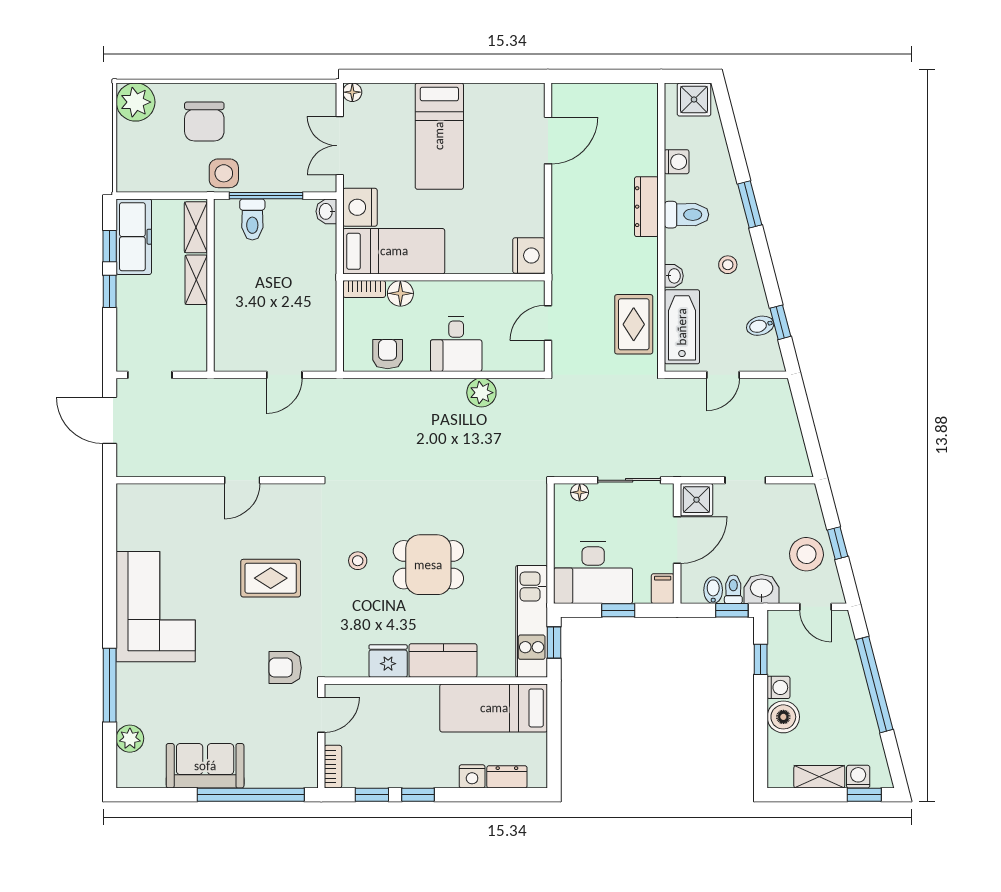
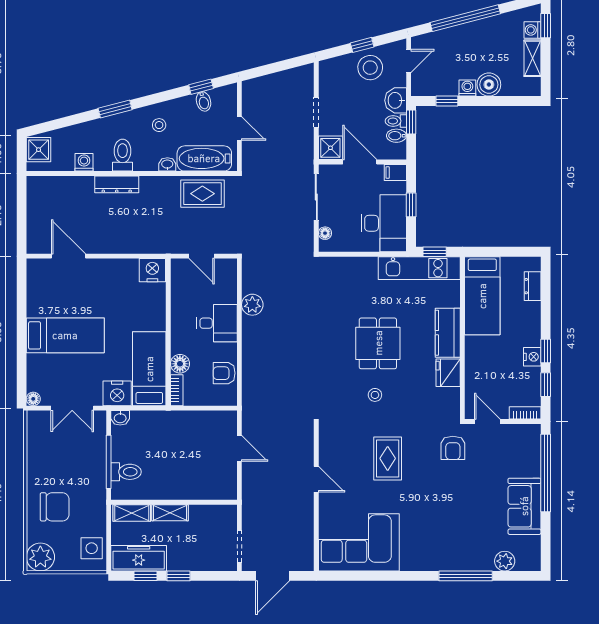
side table: (224, 173) -> (92, 548), moved
corner sofa: (156, 607) -> (359, 542), moved
nightstand: (472, 776) -> (532, 357), moved

